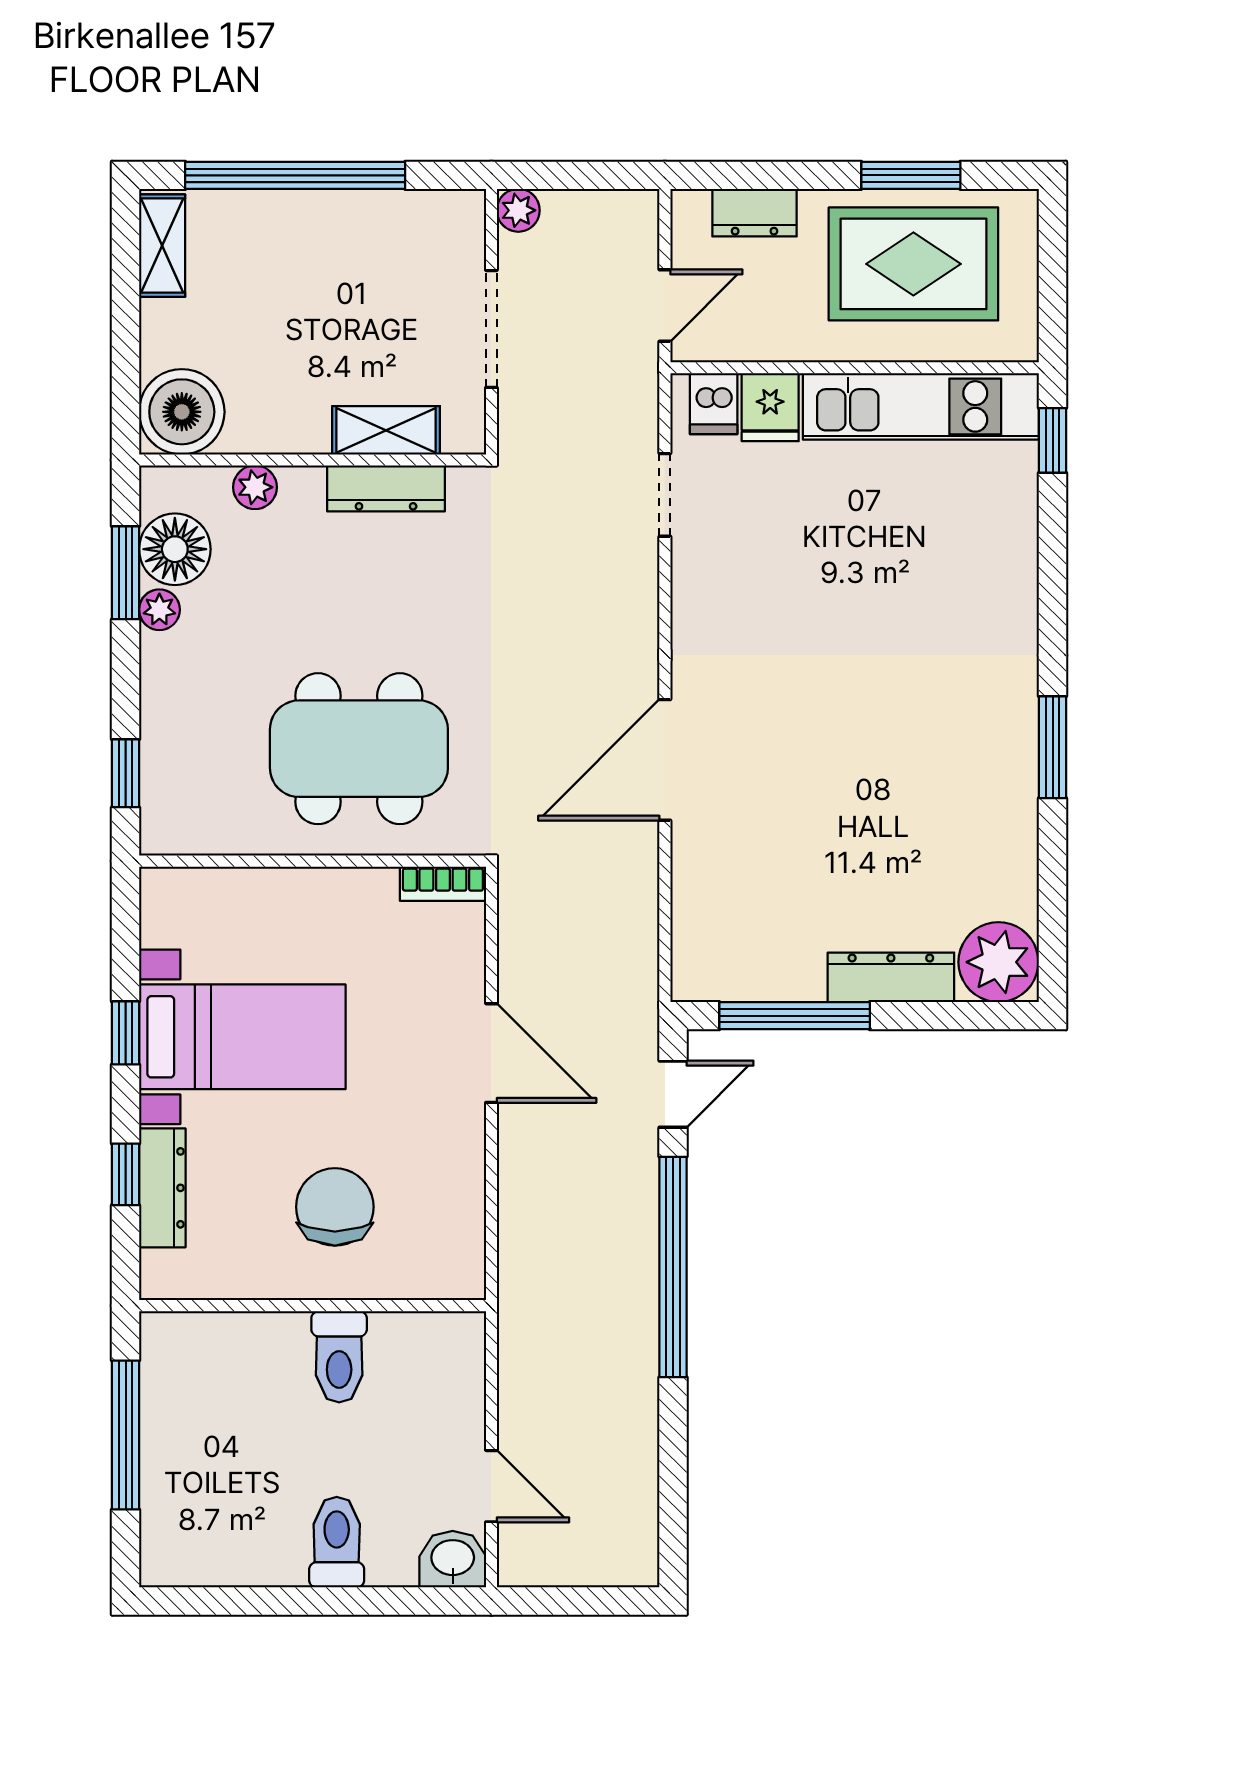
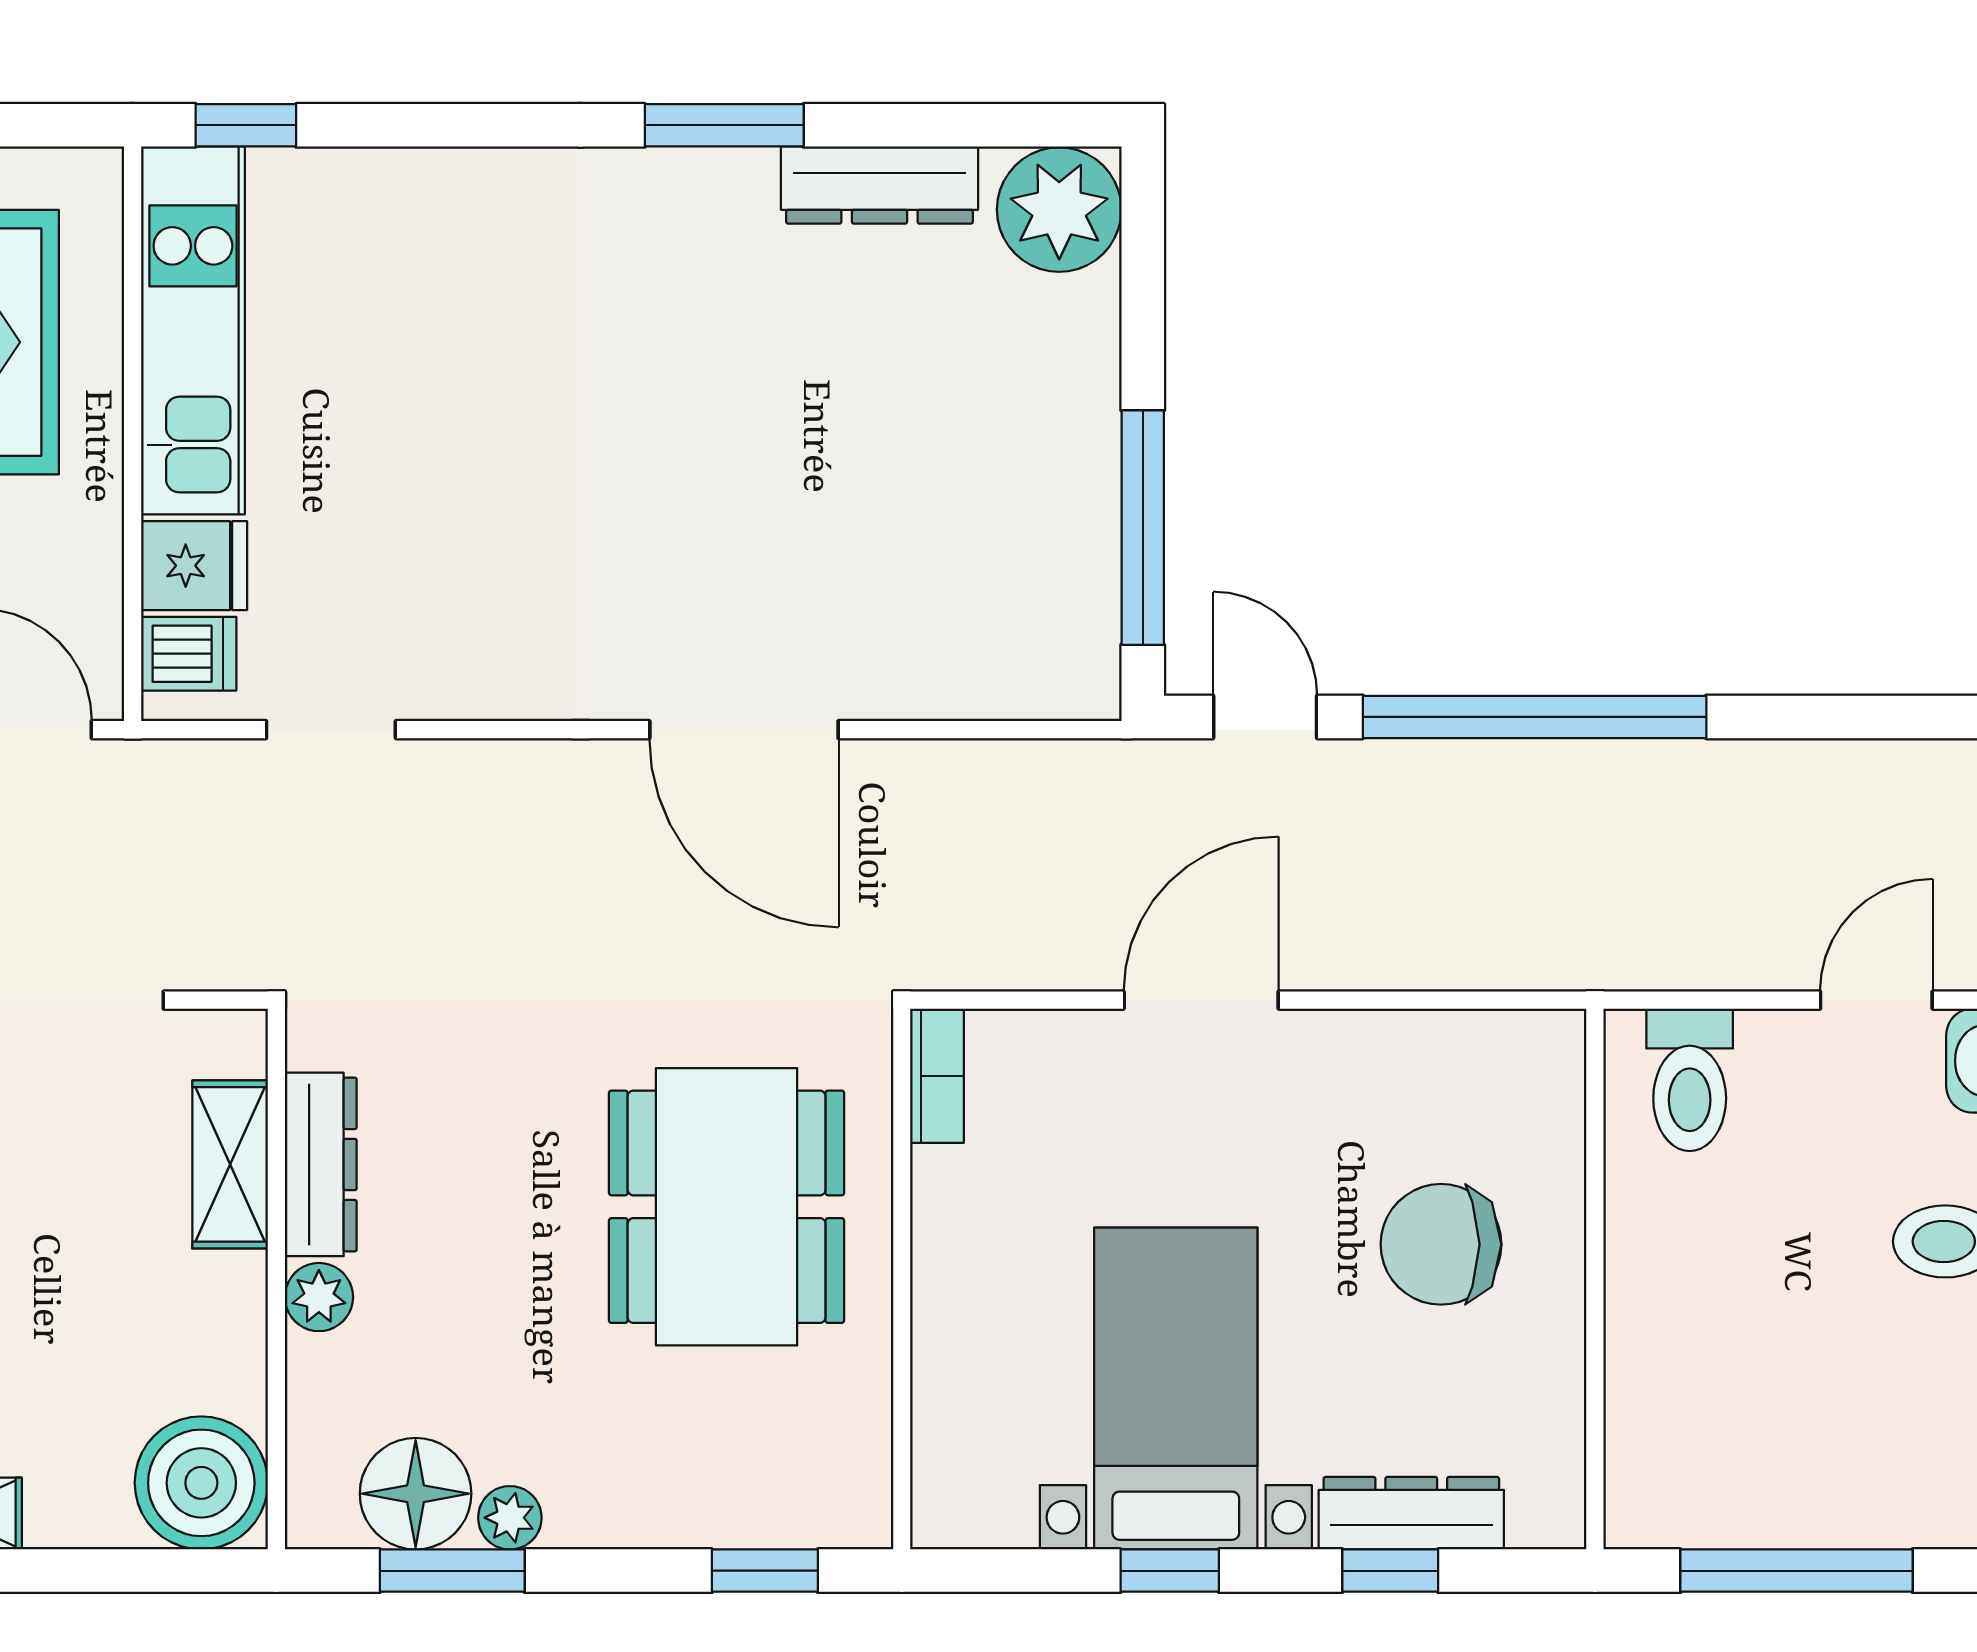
plant: (255, 487) -> (319, 1297), moved
dresser: (891, 977) -> (880, 185), moved, turned -90
toilet: (339, 1357) -> (1690, 1080), moved, turned 90

